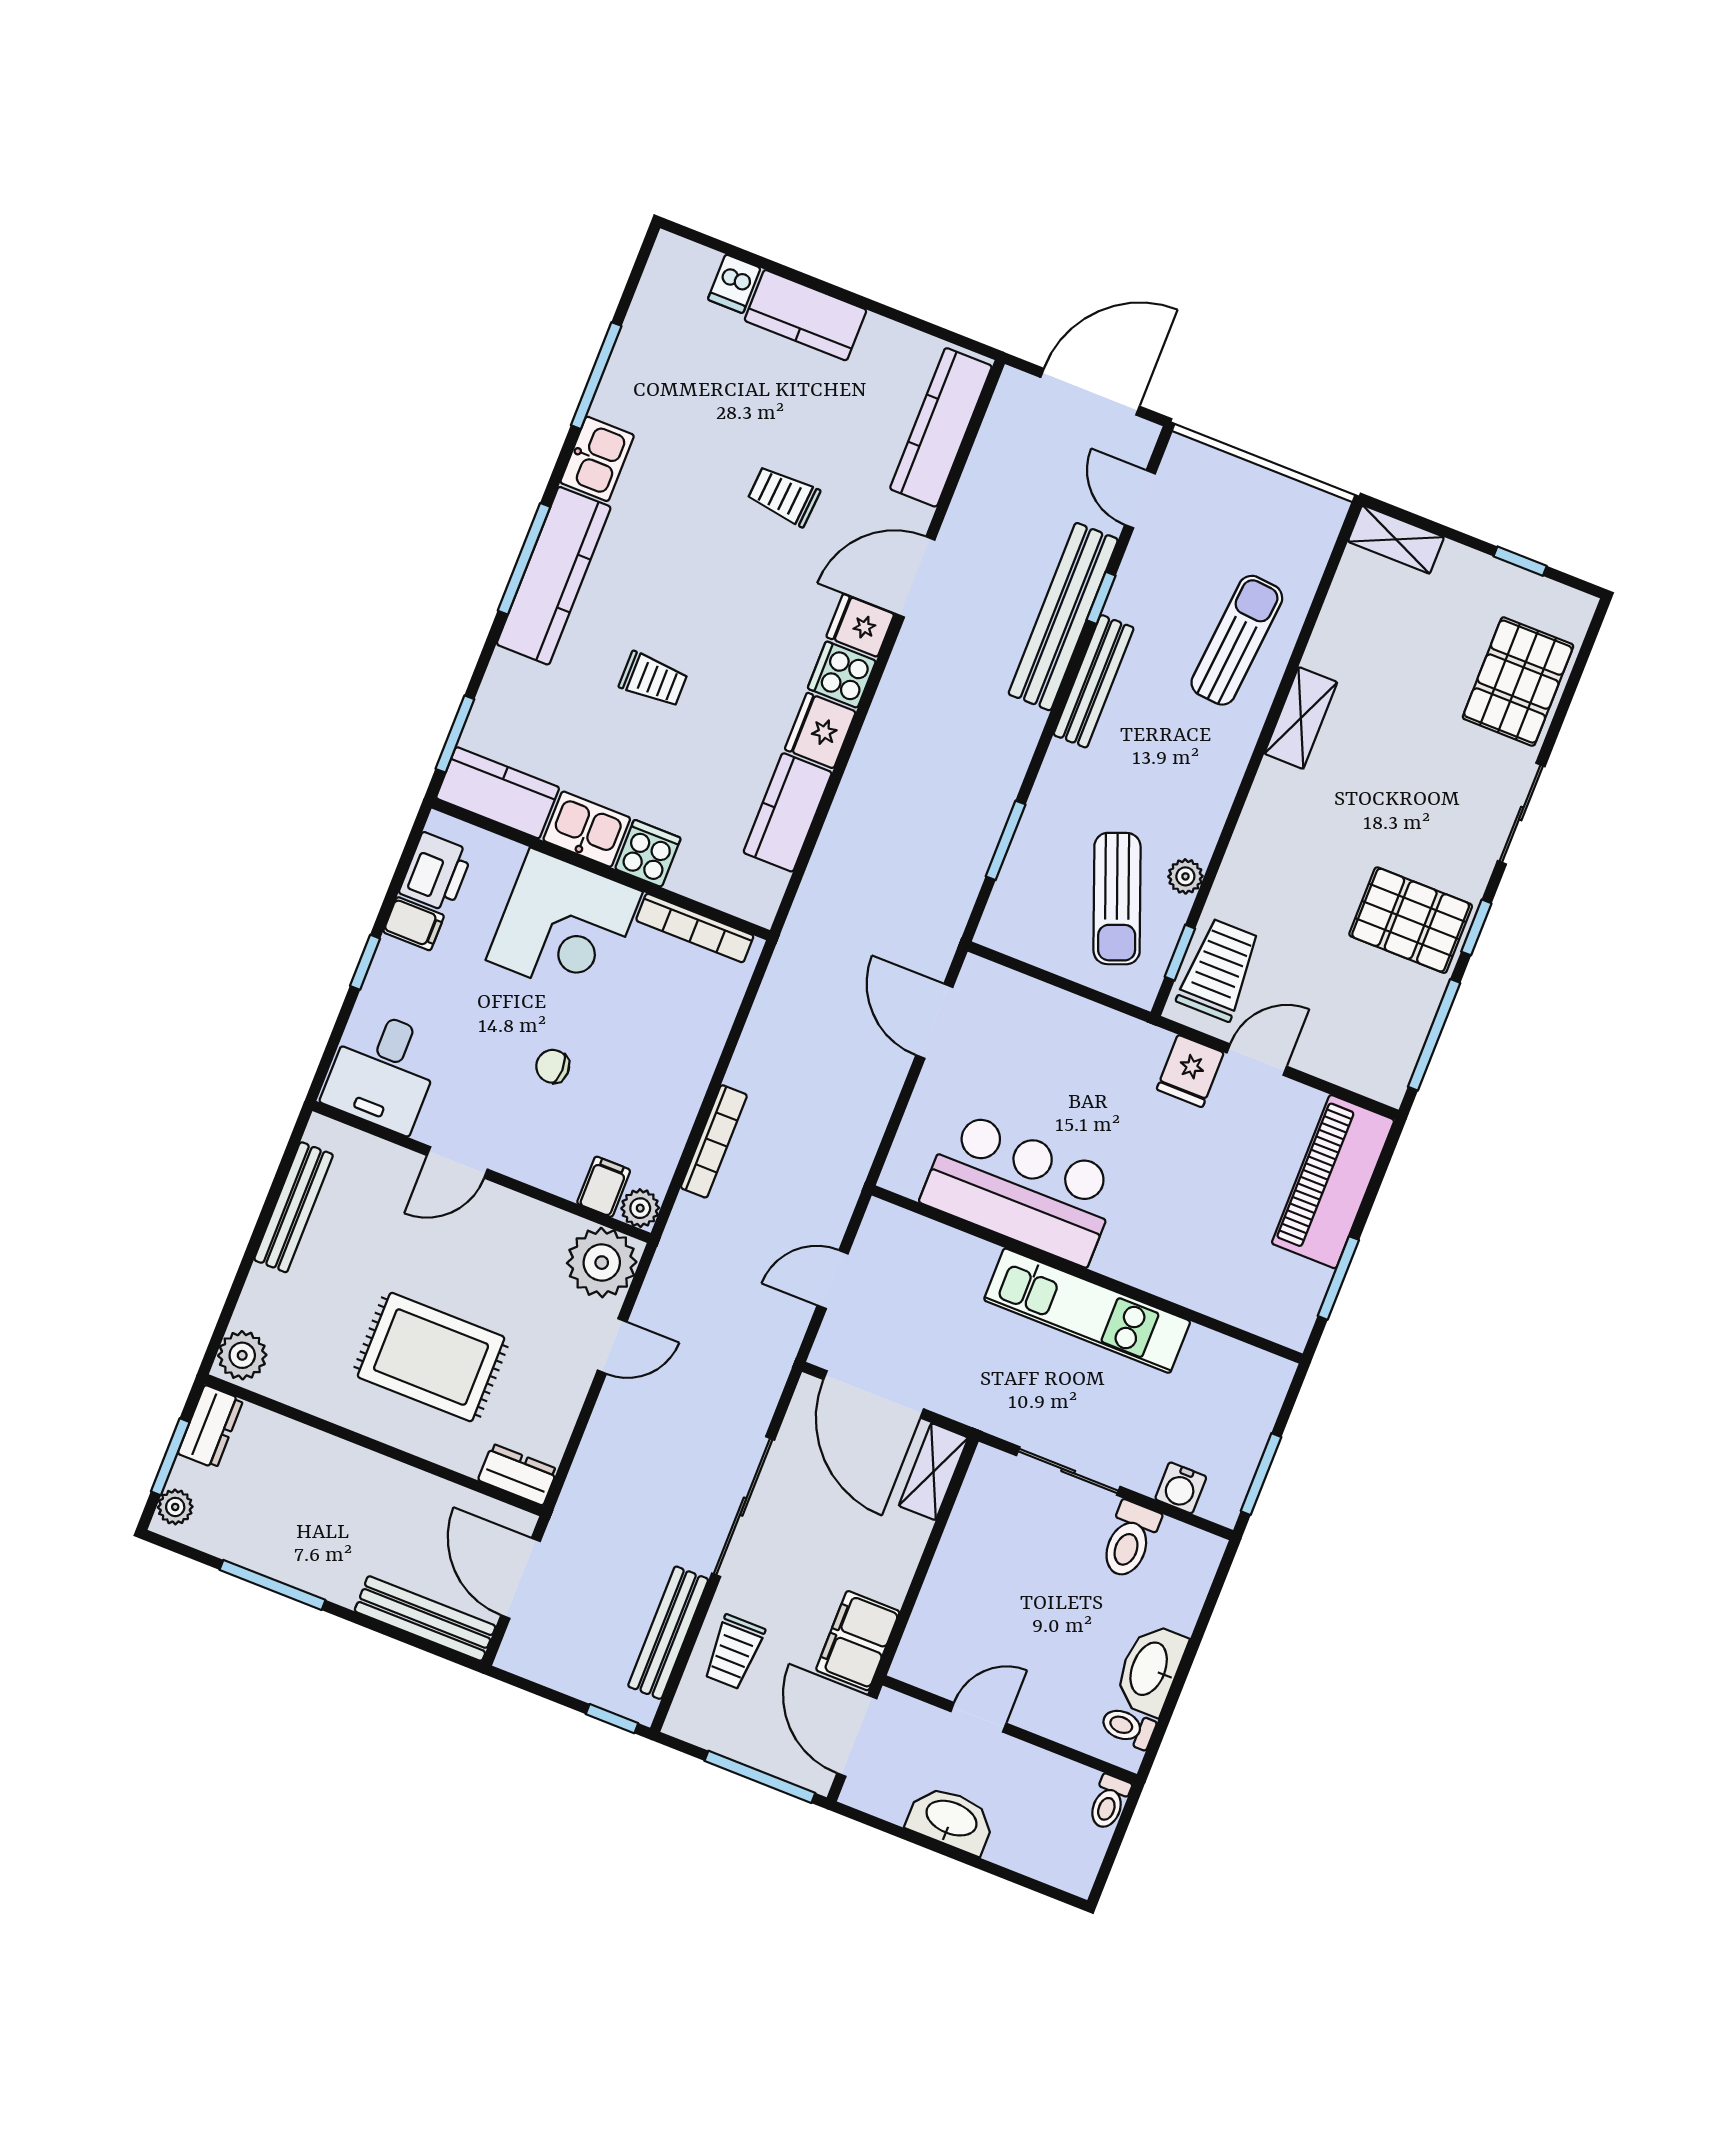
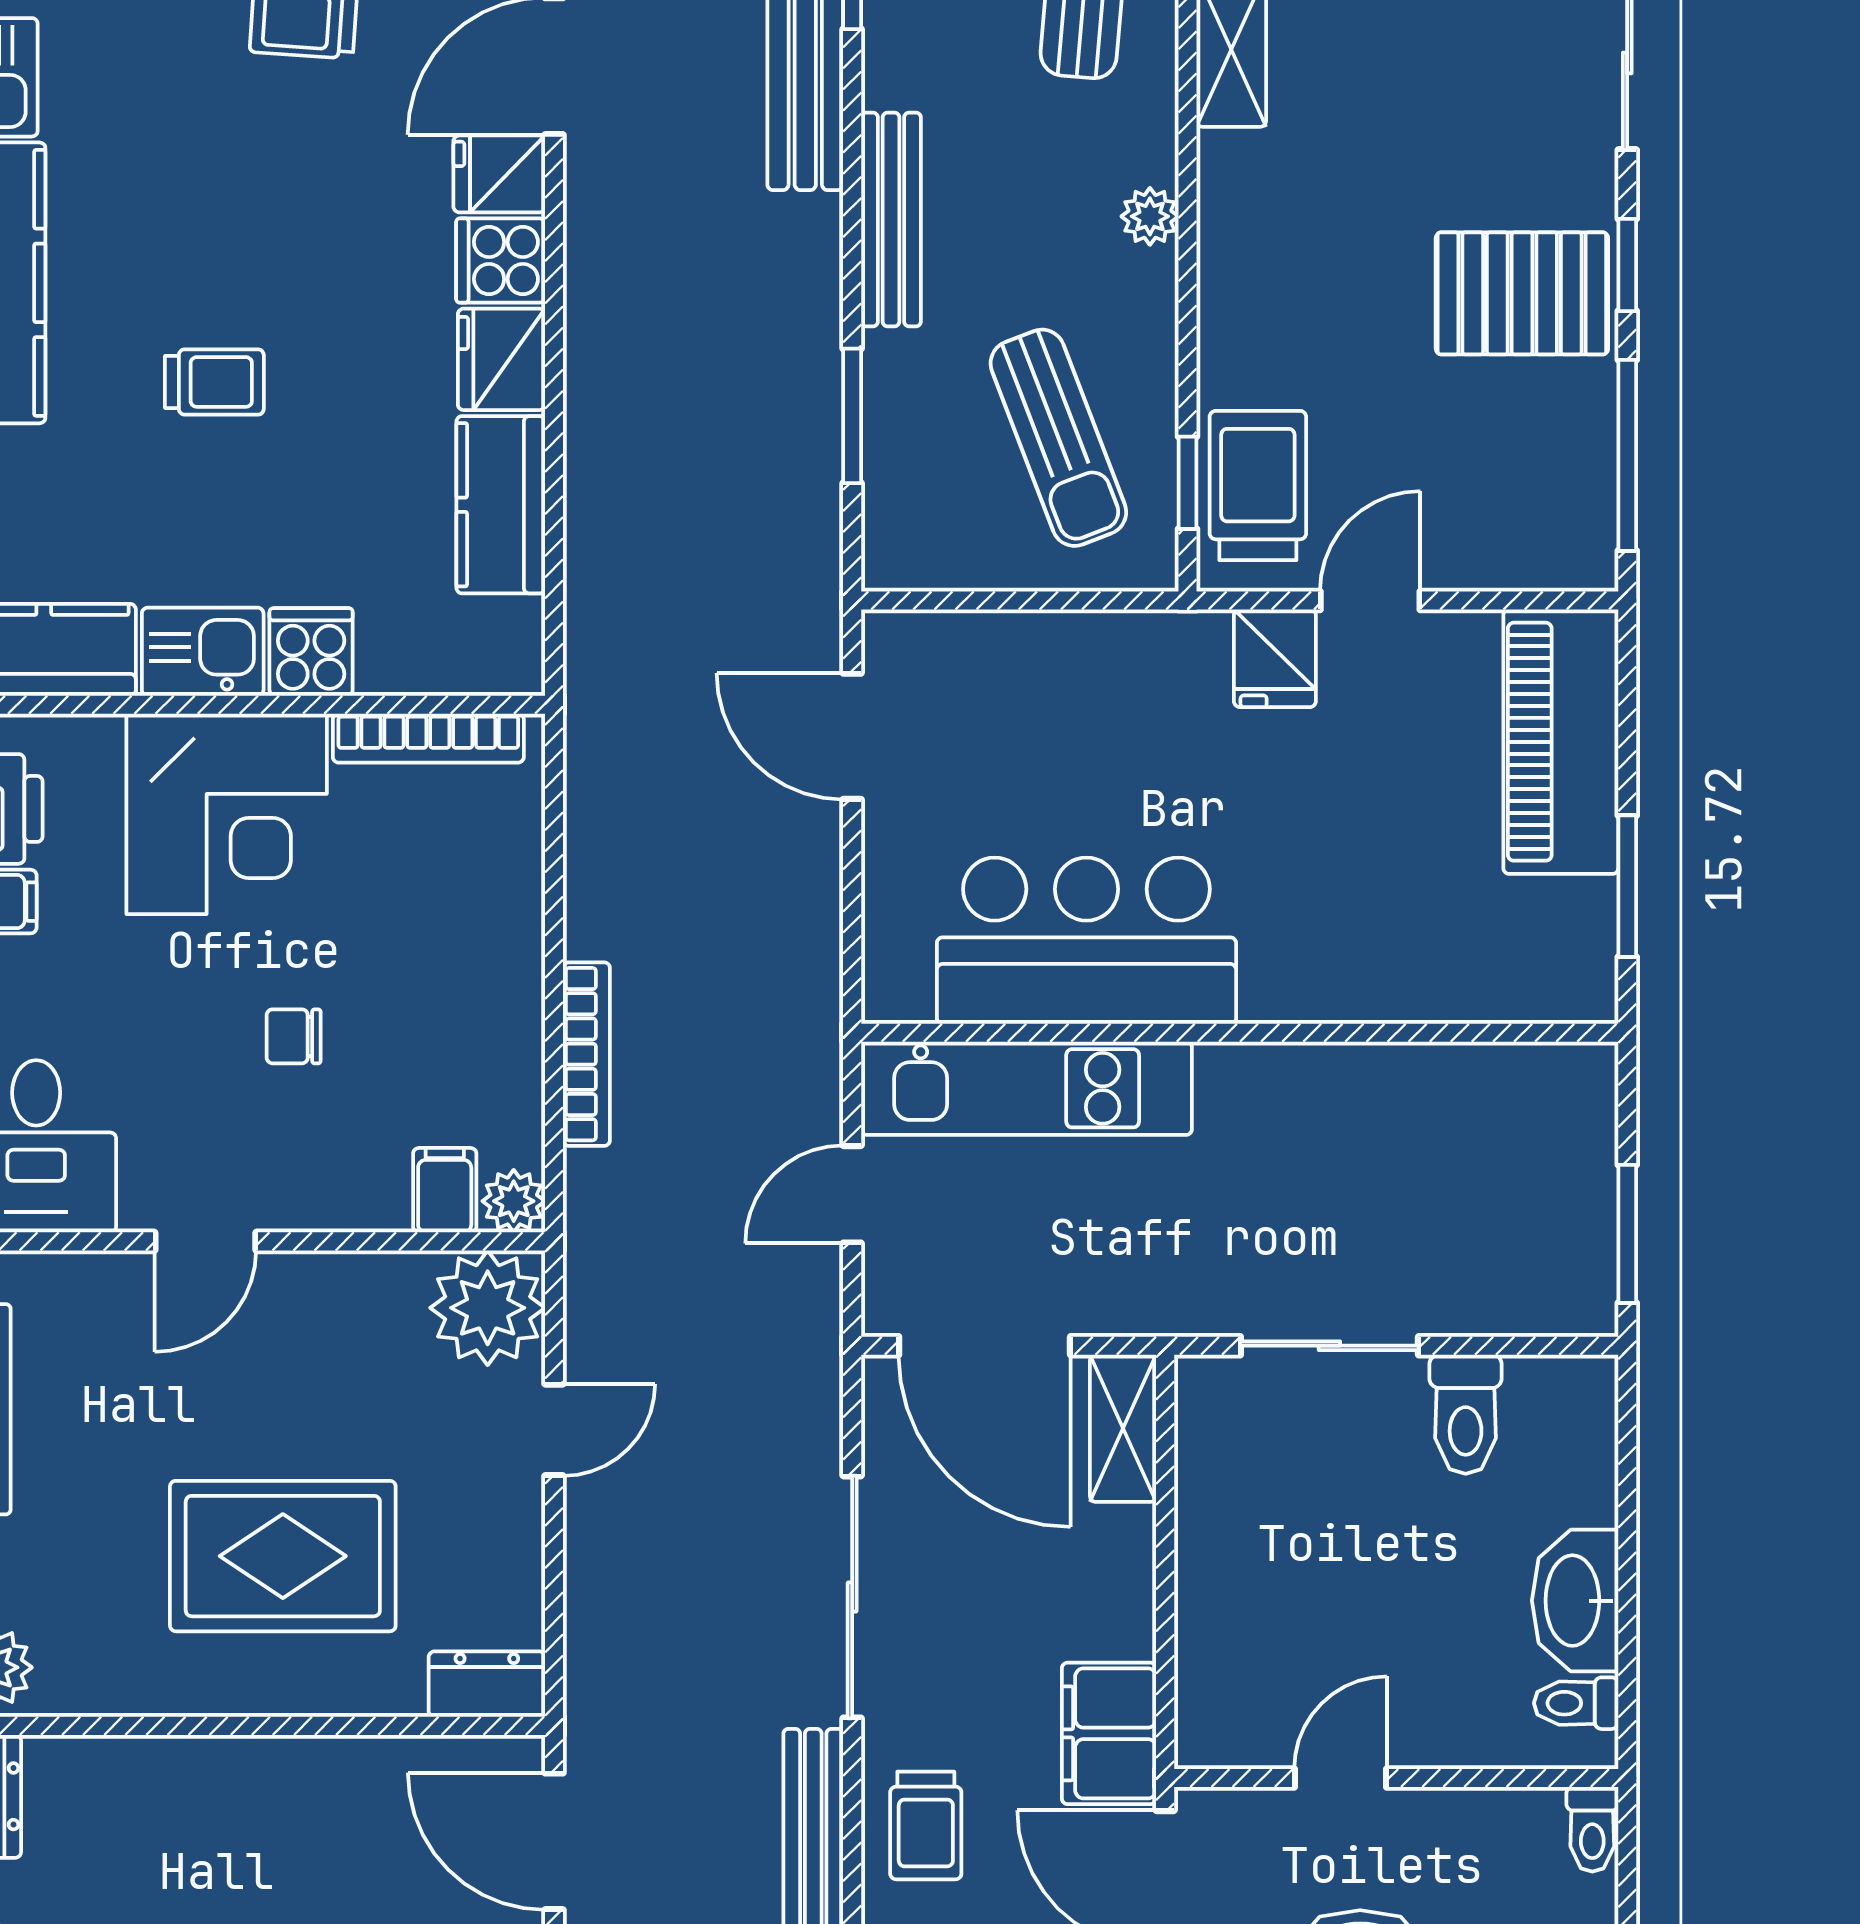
bench: (1094, 681) -> (891, 220), moved
plant: (1185, 876) -> (1150, 216), moved
kitchen unit: (1087, 1311) -> (1027, 1088), moved
water cooler: (1181, 1488) -> (1512, 1304), removed

